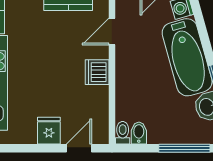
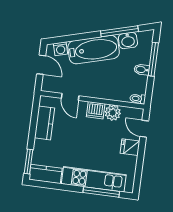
plant: (97, 98) -> (113, 113), added
bidet: (139, 133) -> (142, 70), moved

